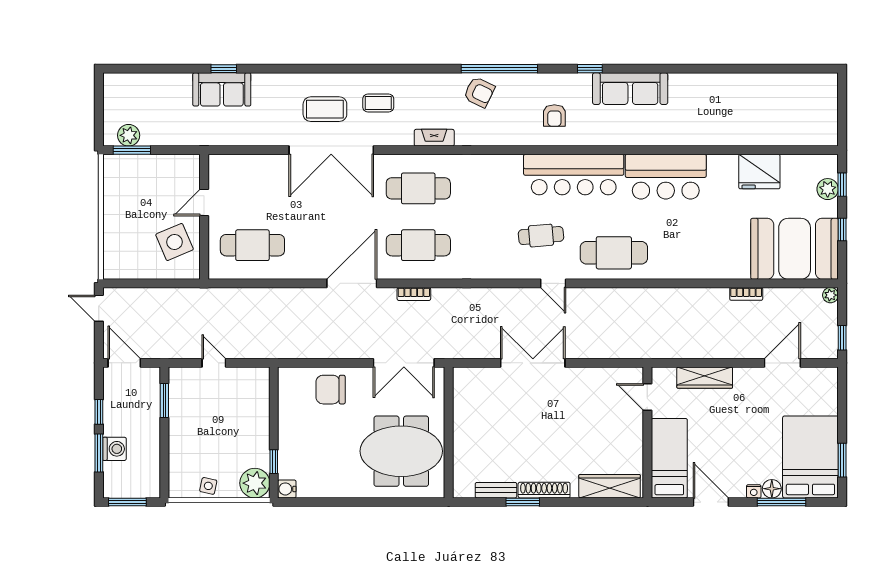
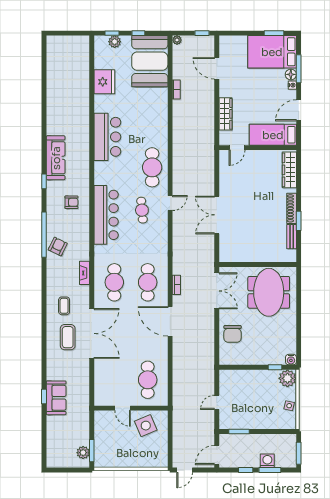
bar counter: (574, 175) -> (106, 215), moved

